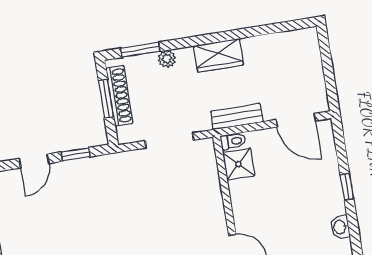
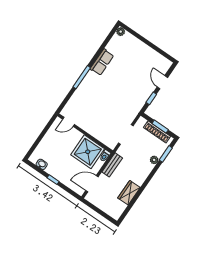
wardrobe: (218, 55) -> (129, 193), moved
shower: (239, 164) -> (88, 152), width x1.86, depth x1.86

